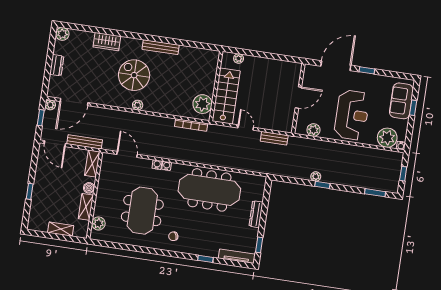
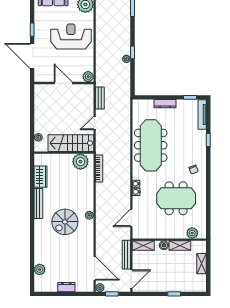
plant: (62, 34) -> (40, 269), moved
wardrobe: (107, 42) -> (40, 177), moved
plant: (313, 130) -> (88, 77), moved

